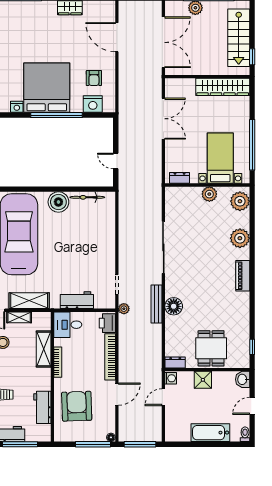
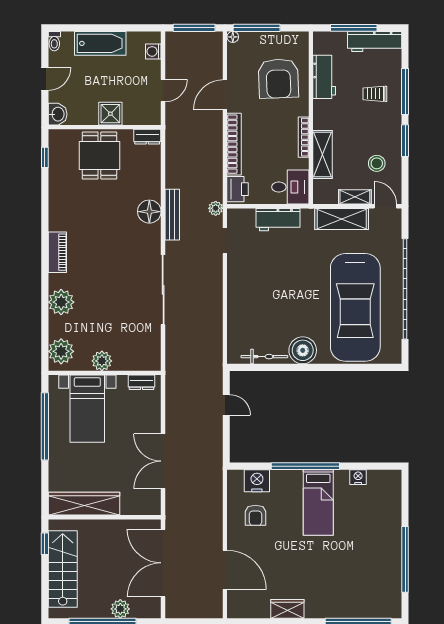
armchair: (94, 78) -> (255, 515), turned 180
bed: (47, 88) -> (318, 502), width x0.49
washing machine: (171, 378) -> (153, 51), moved

